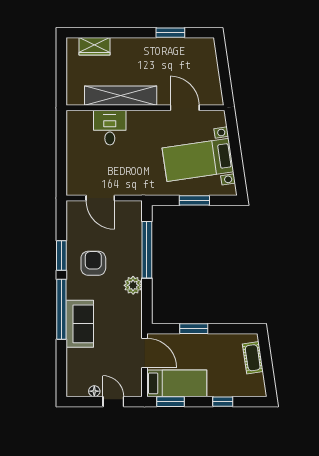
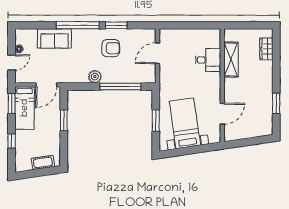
shelving: (121, 96) -> (231, 60), width x0.68
sofa: (80, 324) -> (54, 38), moved

